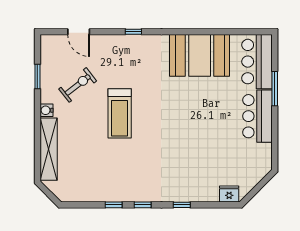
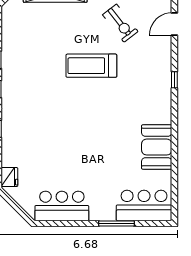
booth: (200, 55) -> (157, 147), width x0.73, depth x0.70
bar counter: (258, 116) -> (62, 206), moved

